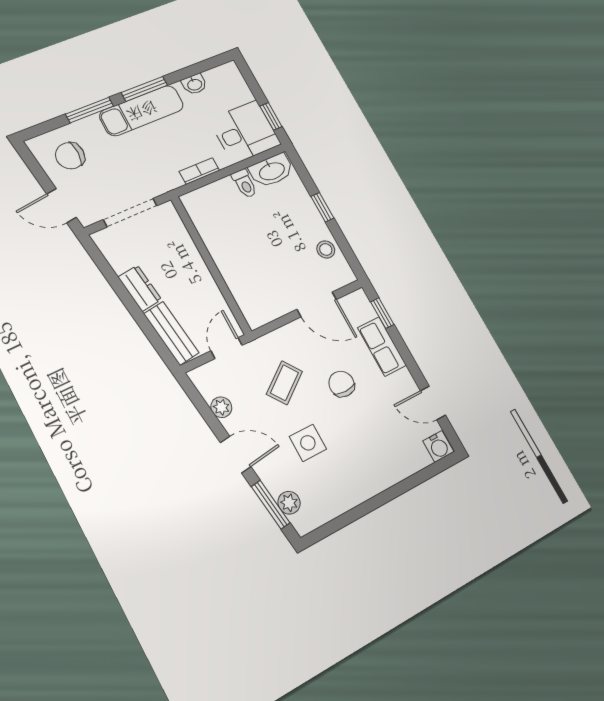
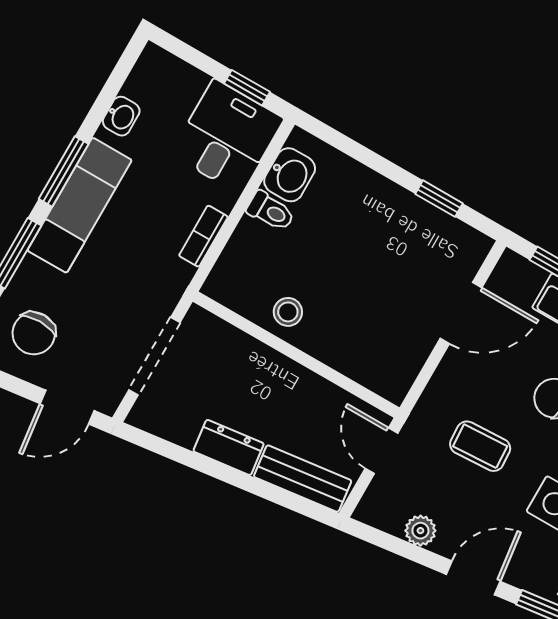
washbasin: (272, 171) -> (290, 175), width x0.72
window: (322, 207) -> (439, 199), moved
stool: (326, 249) -> (288, 312), moved
coffee table: (284, 383) -> (480, 446), turned -57

